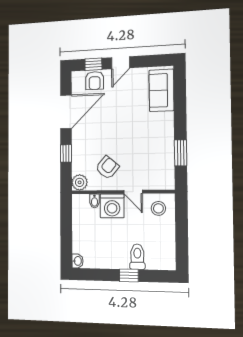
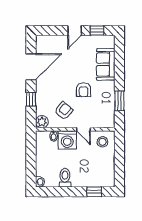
window: (93, 64) -> (97, 31), moved
armchair: (95, 81) -> (83, 90), moved
sofa: (161, 90) -> (106, 64), moved
toilet: (137, 257) -> (65, 178), moved
window: (129, 275) -> (94, 192), moved

